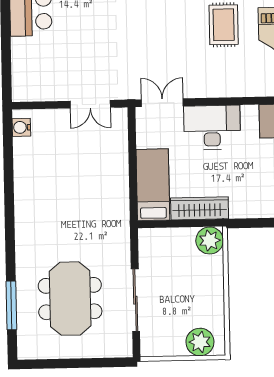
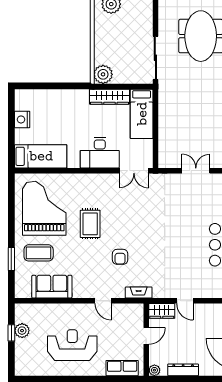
double door: (90, 104) -> (196, 171), moved
sliding door: (135, 300) -> (155, 58), moved

